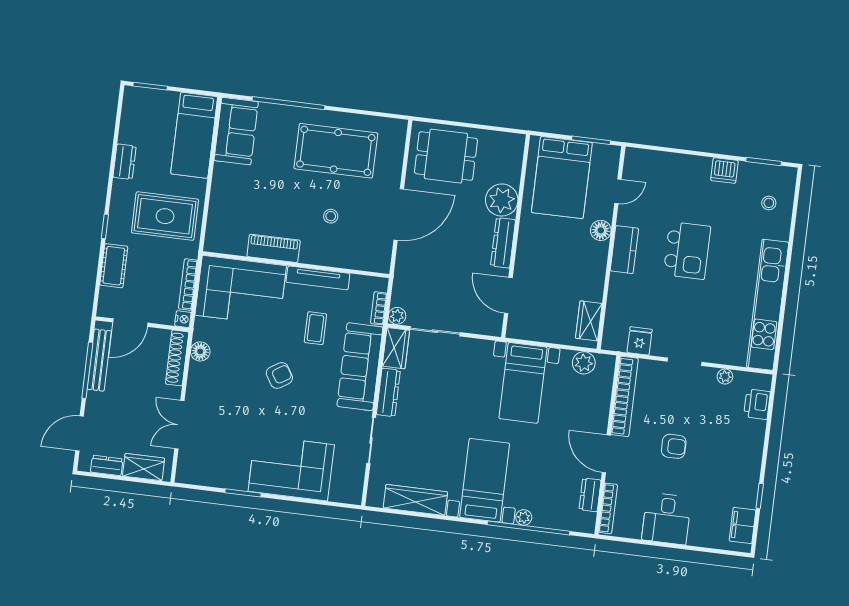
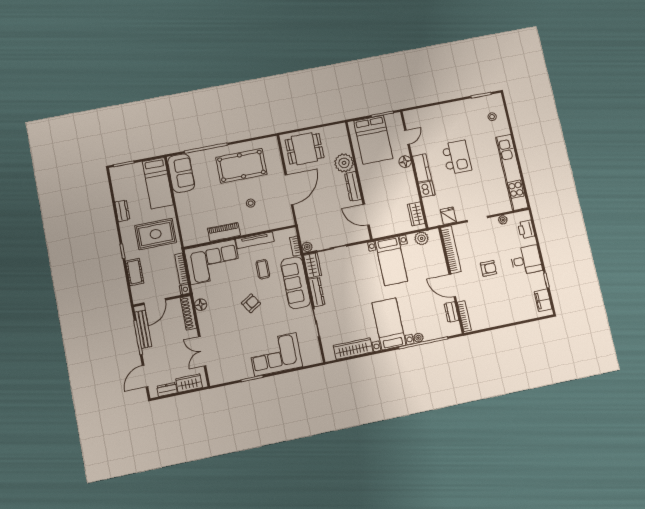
dishwasher: (724, 171) -> (427, 189), moved, turned -90
desk: (667, 519) -> (526, 260), moved, turned -90

